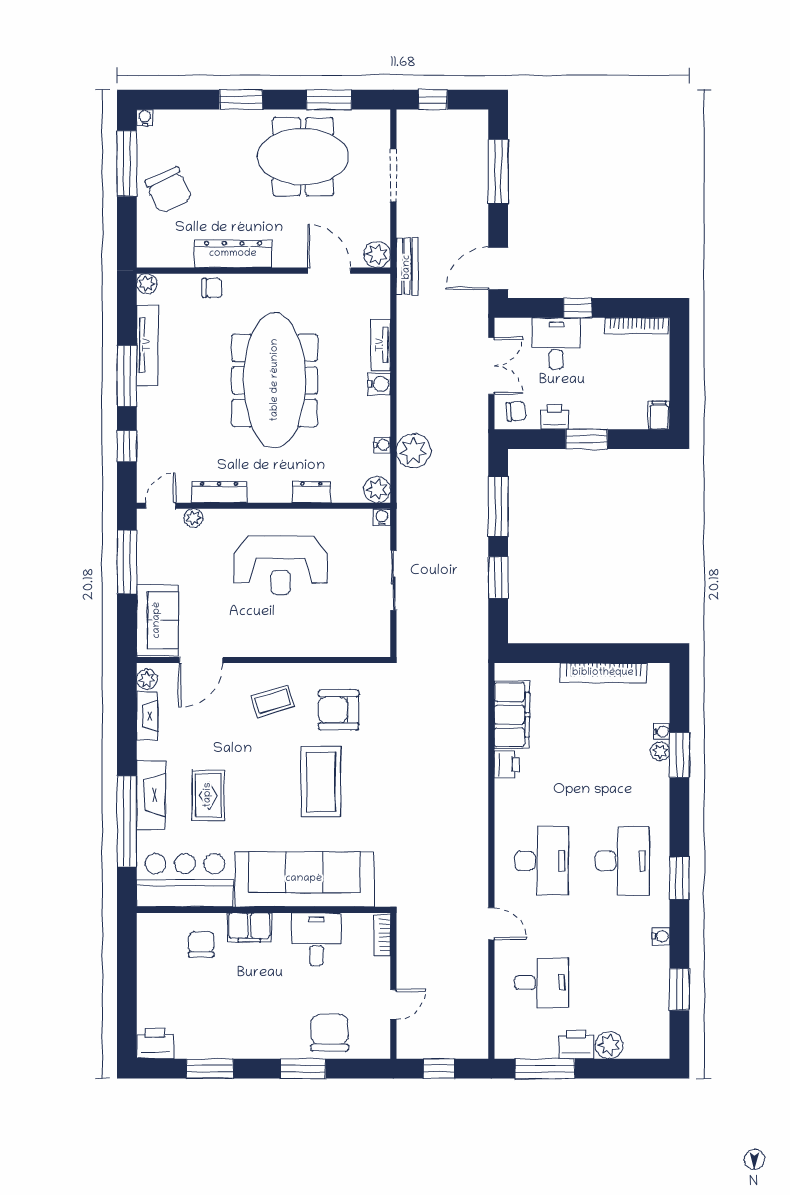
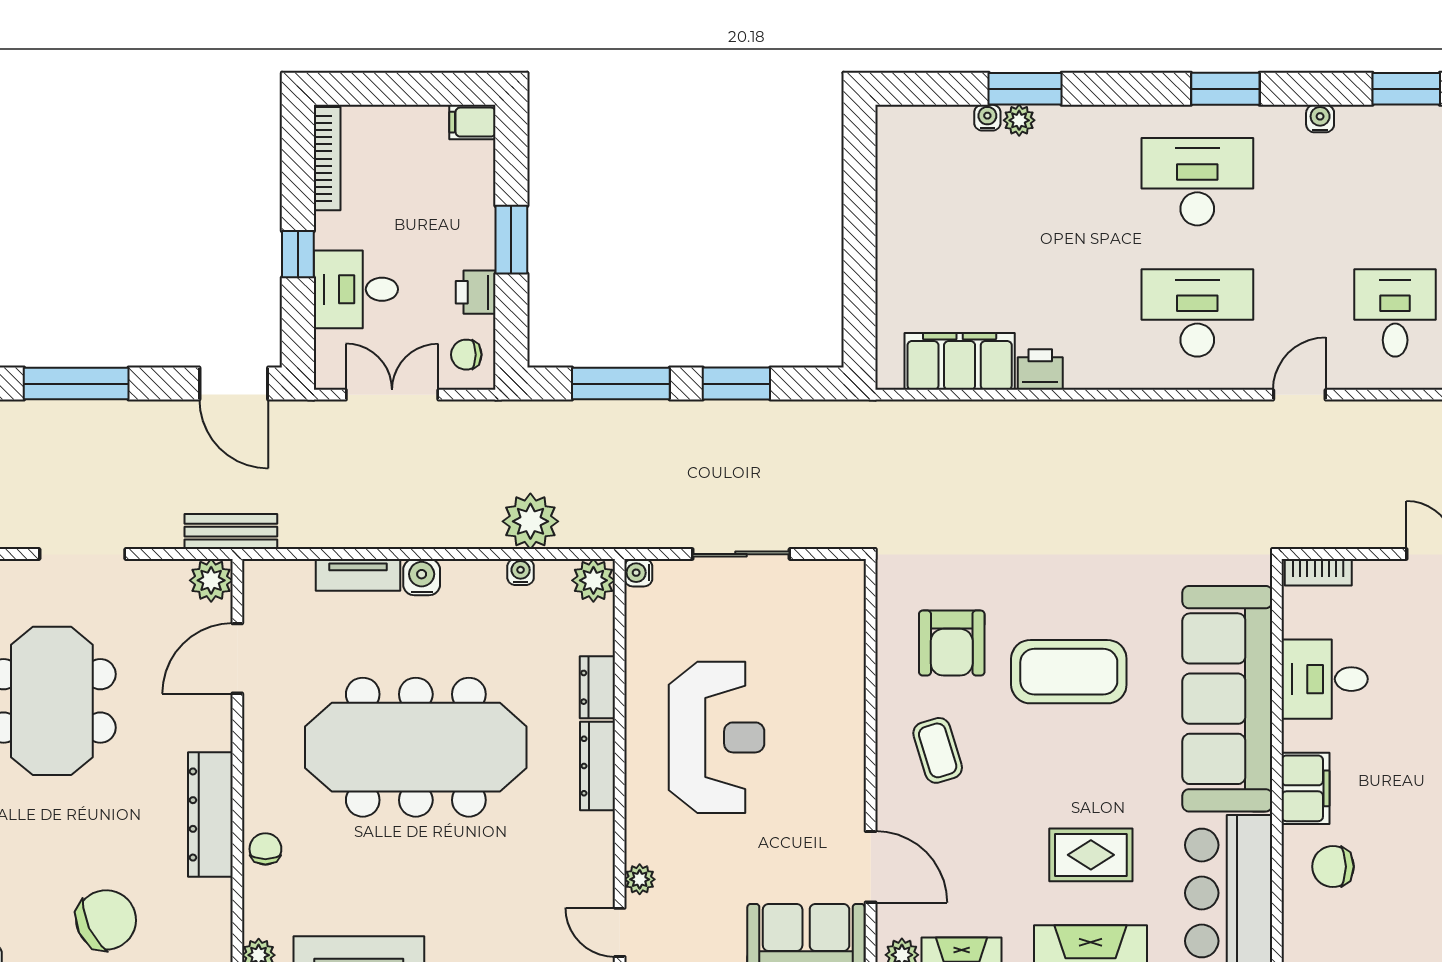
chair: (516, 411) -> (466, 355), turned -85
dresser: (219, 492) -> (598, 766), moved
bookcase: (603, 673) -> (891, 212), removed

